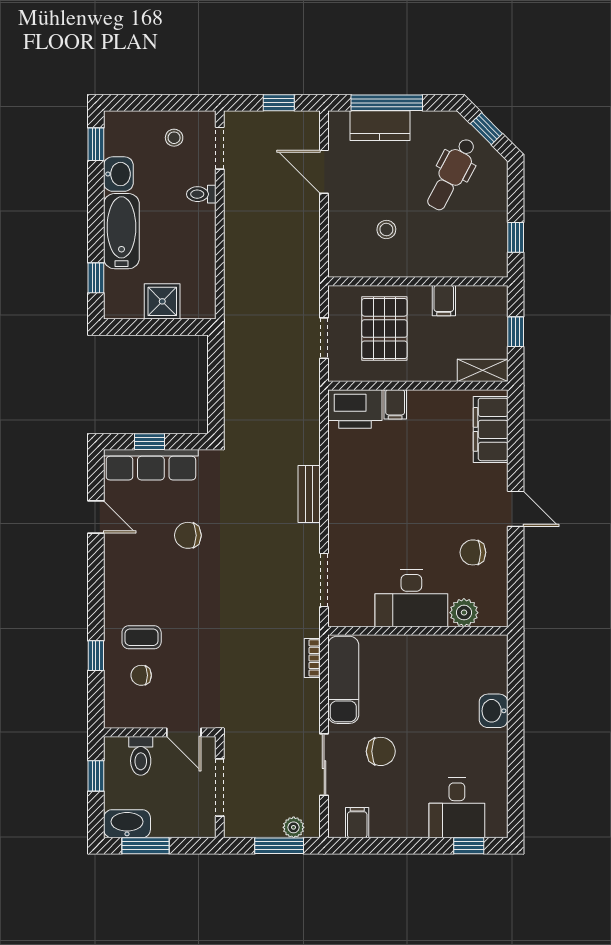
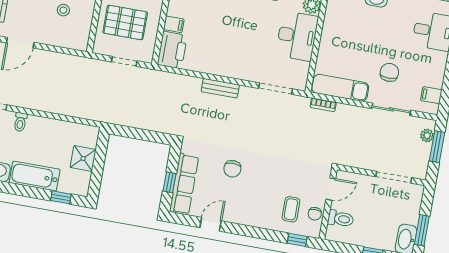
wall: (160, 732) -> (328, 204), moved
door: (184, 732) -> (331, 189), moved
toilet: (141, 756) -> (341, 219), moved

